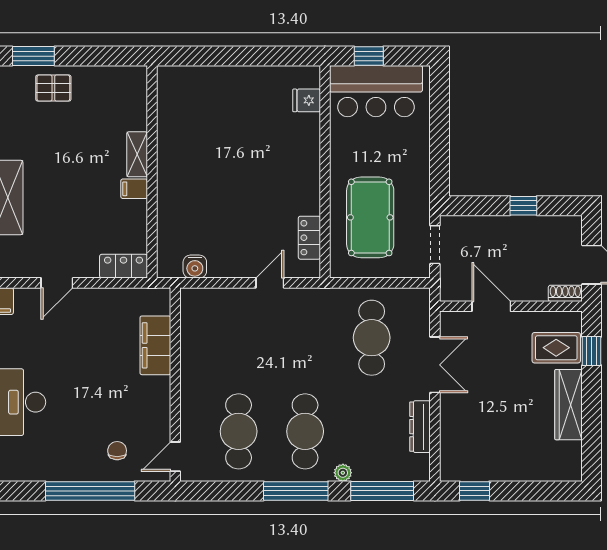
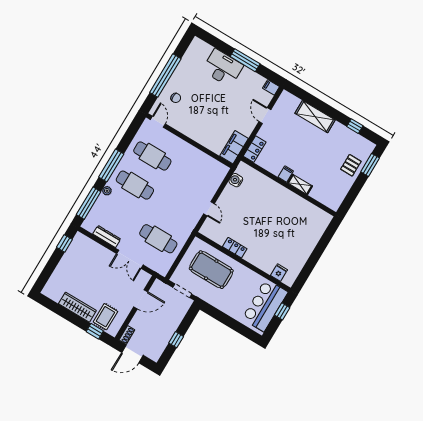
locker: (309, 238) -> (235, 248), moved
filing cabinet: (155, 345) -> (234, 147), moved, turned -90

